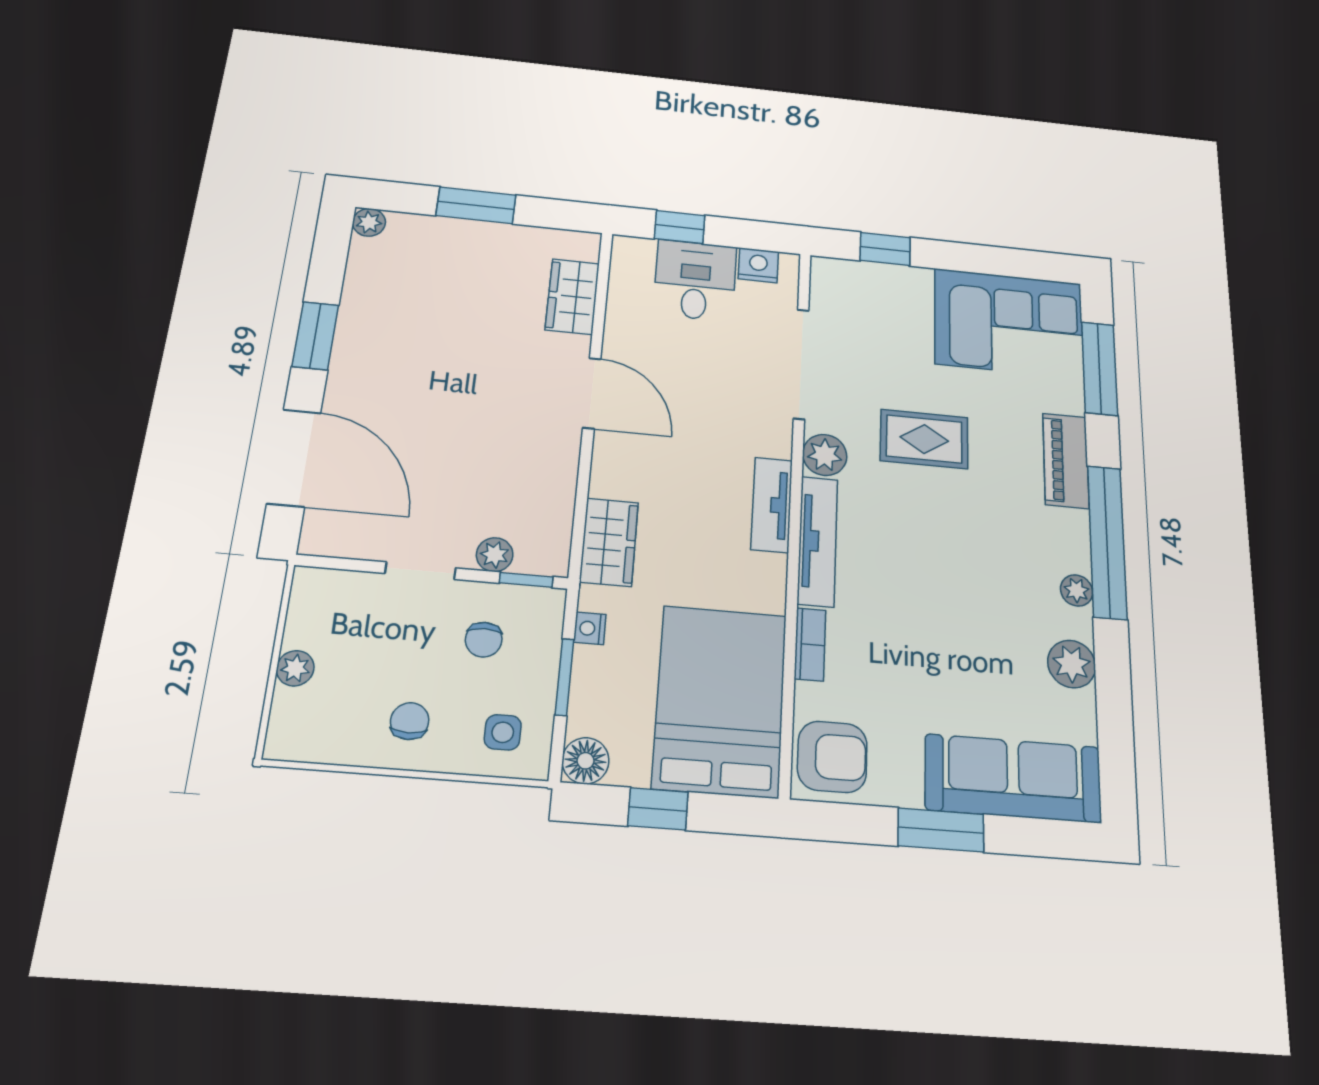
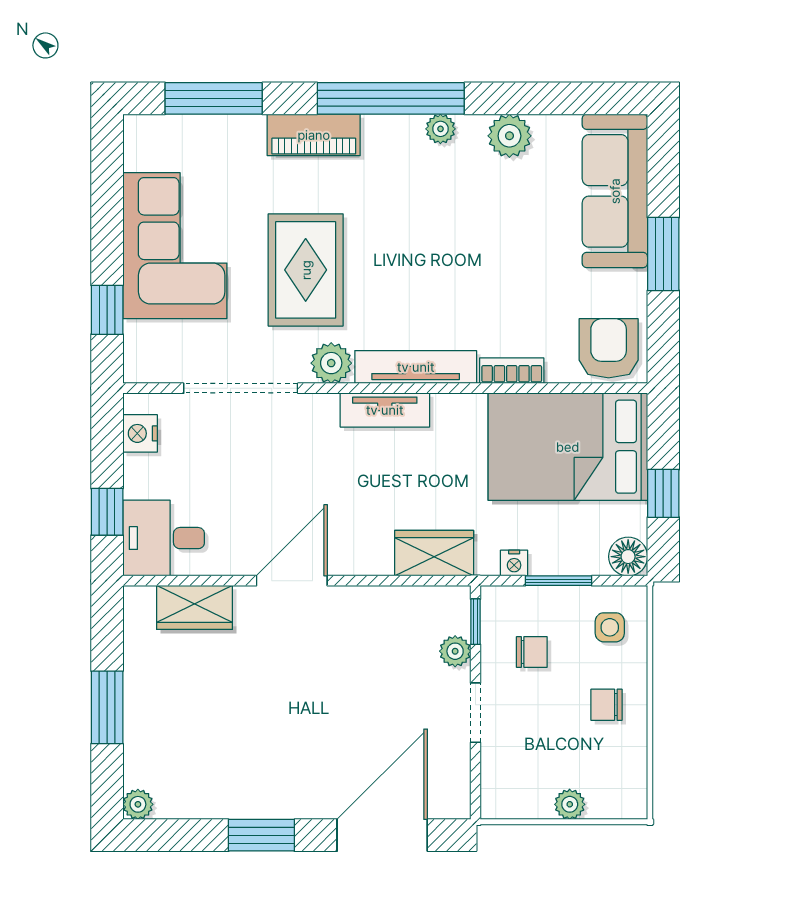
desk: (695, 280) -> (164, 538), moved
corner sofa: (1009, 323) -> (175, 246), moved
rug: (924, 439) -> (306, 270), width x1.36, depth x1.43

